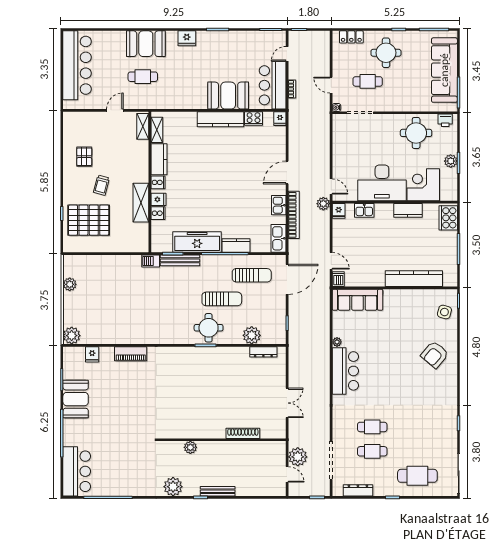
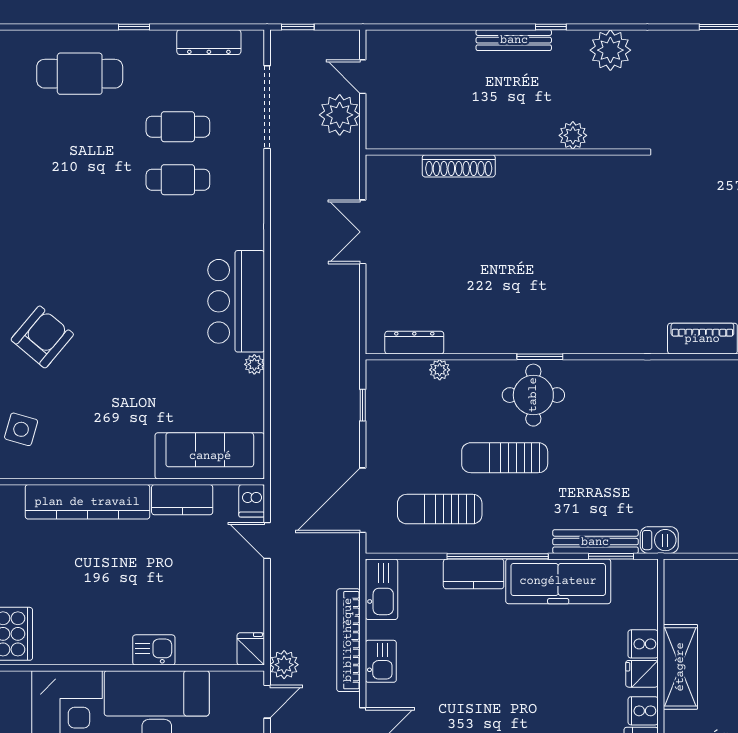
door: (331, 187) -> (267, 702), swing flipped
kitchen sink: (364, 210) -> (154, 650), moved
kitchen counter: (408, 210) -> (182, 500), moved, turned 180
plant: (252, 335) -> (440, 370), width x0.53, depth x0.53

